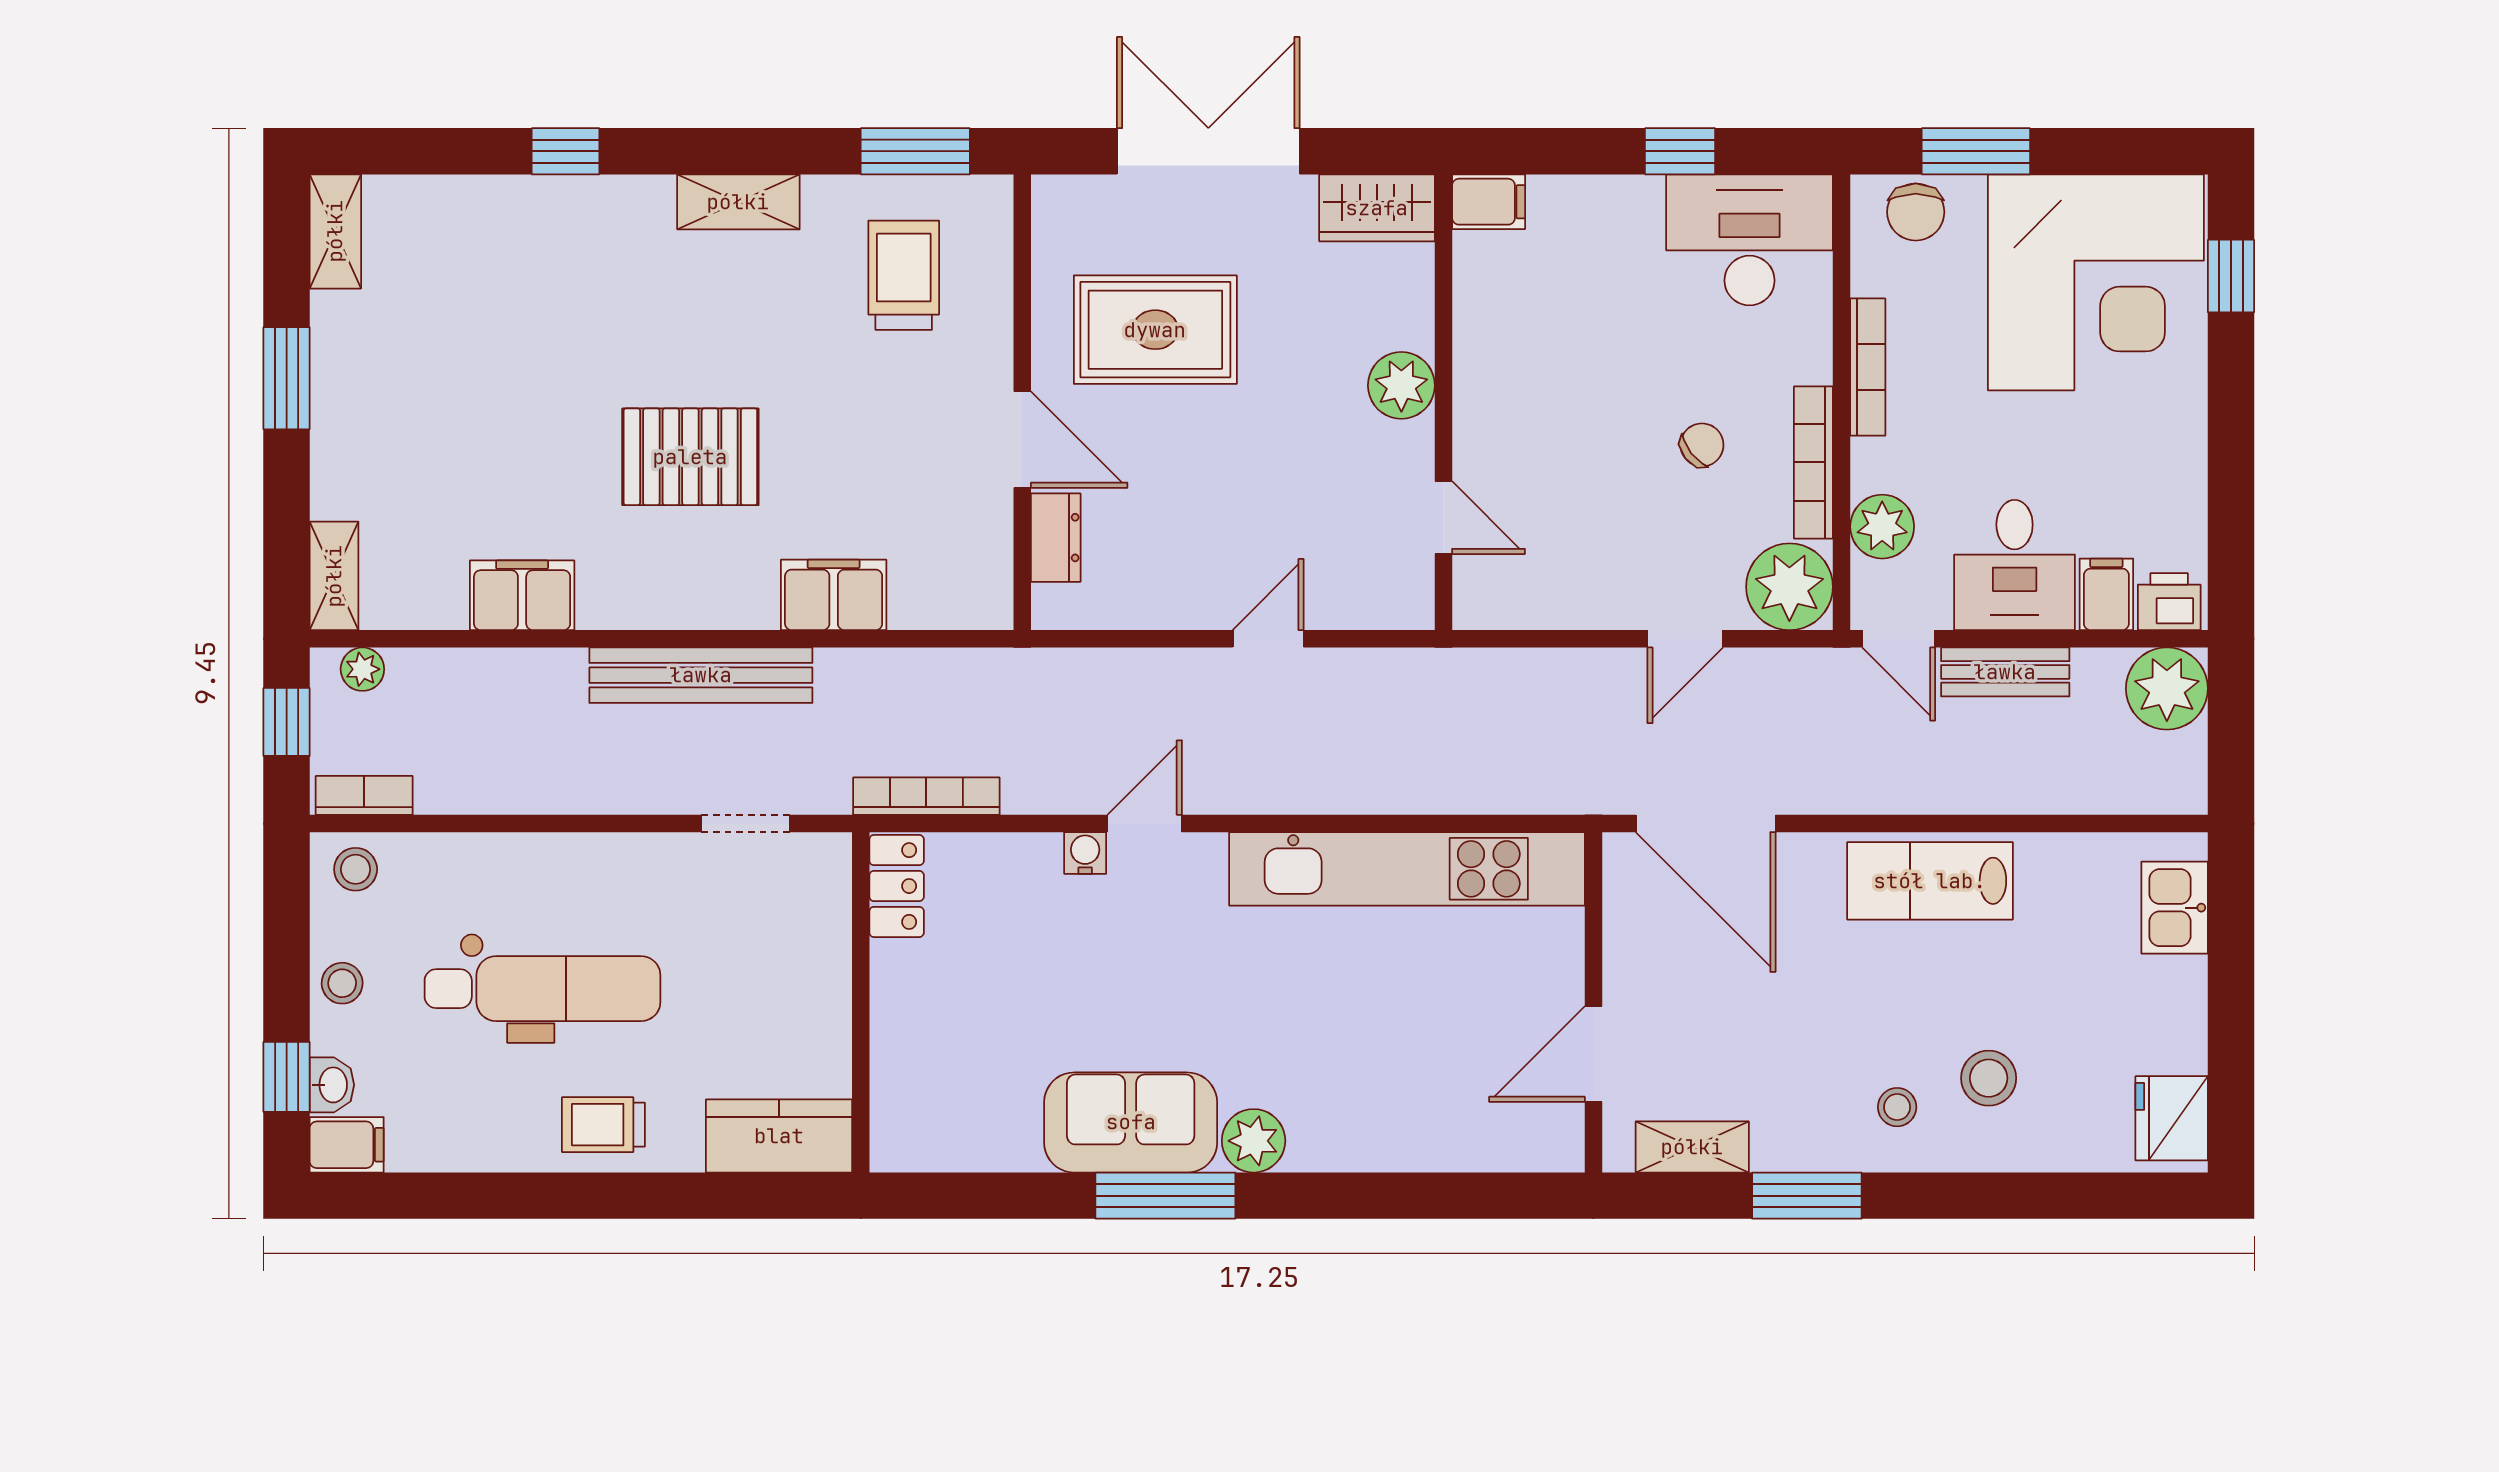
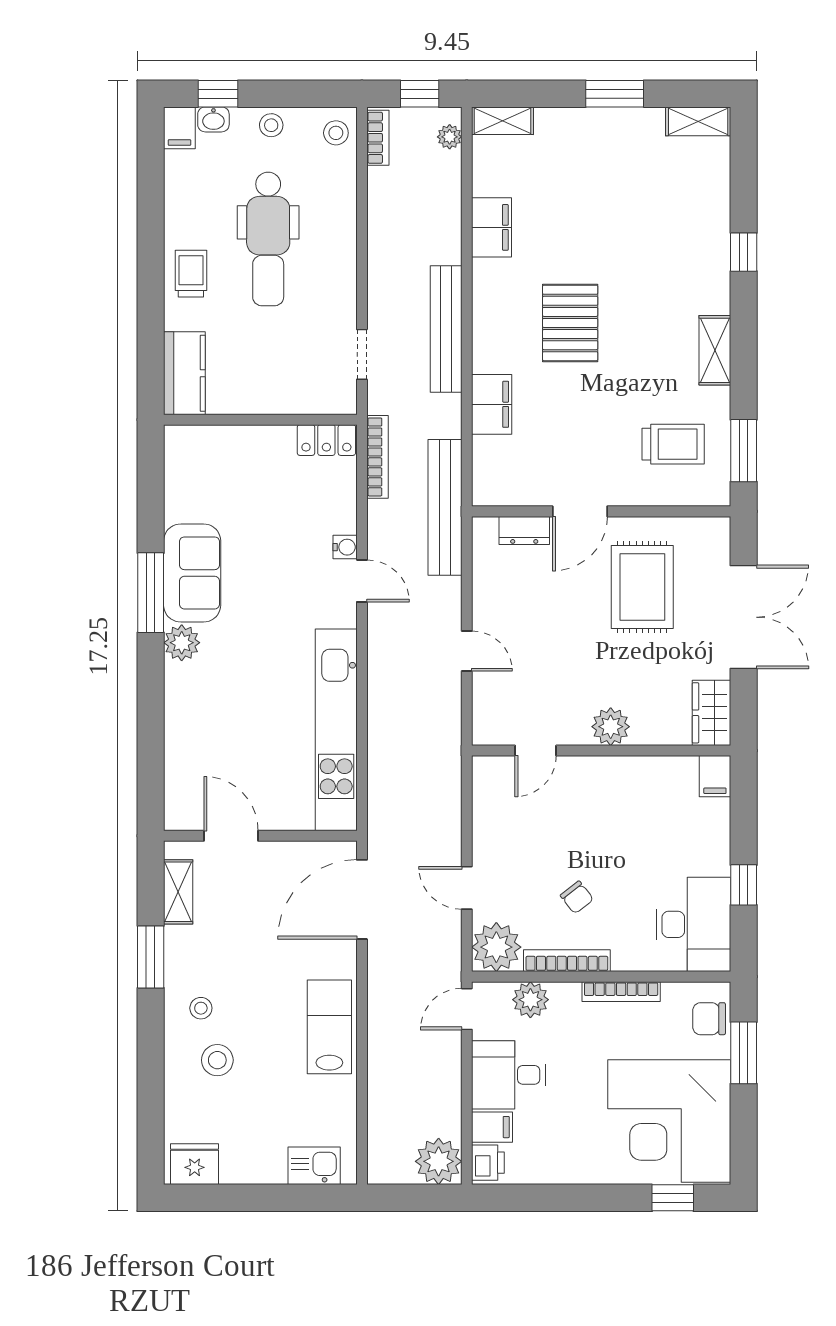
bench: (2005, 672) -> (445, 507), moved, width x1.86, depth x1.21

